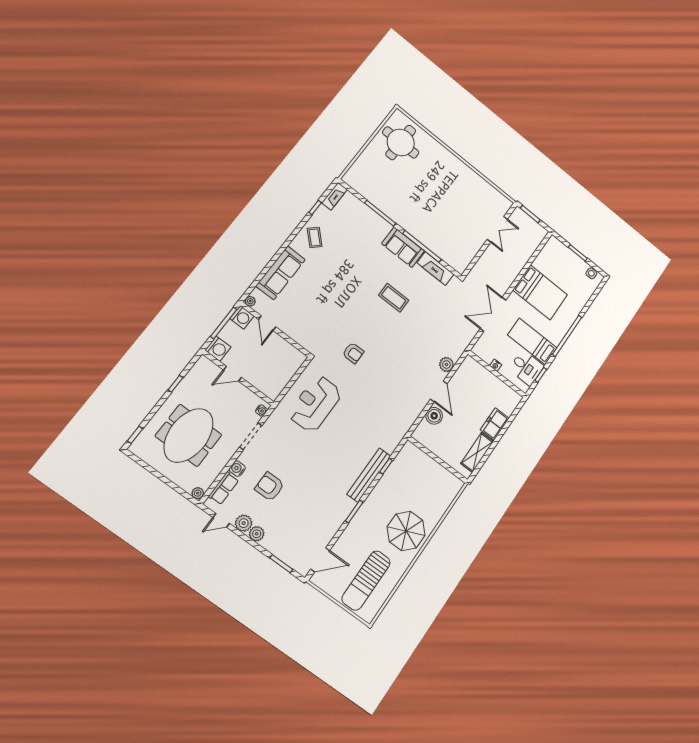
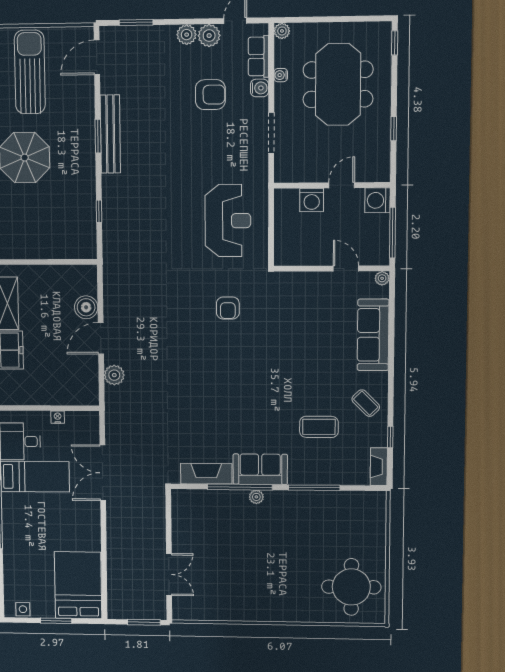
double door: (497, 229) -> (169, 574), swing flipped
plant: (417, 234) -> (256, 497), added
bed: (540, 292) -> (78, 585), moved, turned 90
coffee table: (394, 298) -> (319, 427), moved
double door: (493, 314) -> (103, 473), swing flipped
washing machine: (242, 317) -> (312, 200), moved, turned -90
armchair: (353, 353) -> (228, 308), turned -90
door: (439, 391) -> (101, 338), hinge flipped
water cooler: (261, 411) -> (281, 75), moved
bench: (369, 475) -> (110, 134), moved

